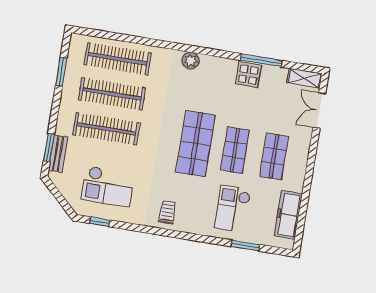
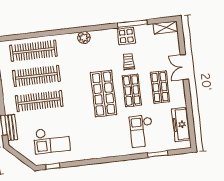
double door: (319, 110) -> (184, 67), moved
trolley: (167, 212) -> (128, 62), moved

